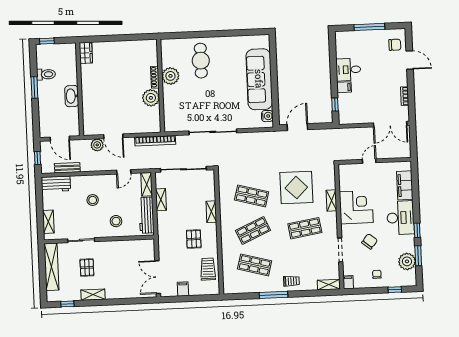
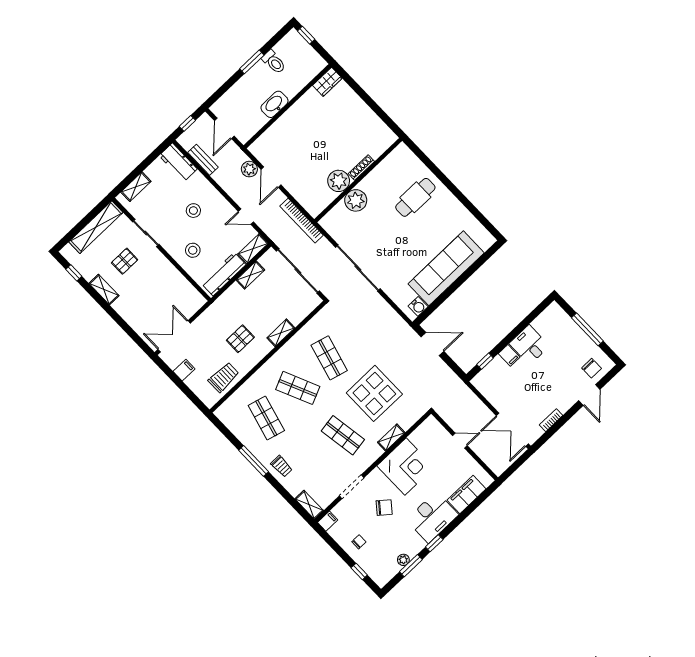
plant: (170, 76) -> (356, 200), moved
plant: (407, 261) -> (403, 560), width x0.53, depth x0.53

